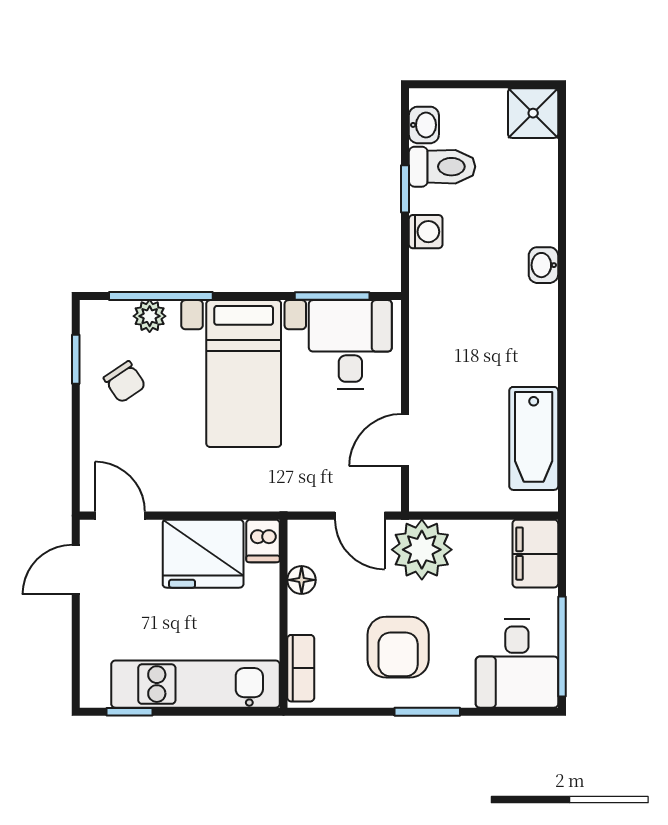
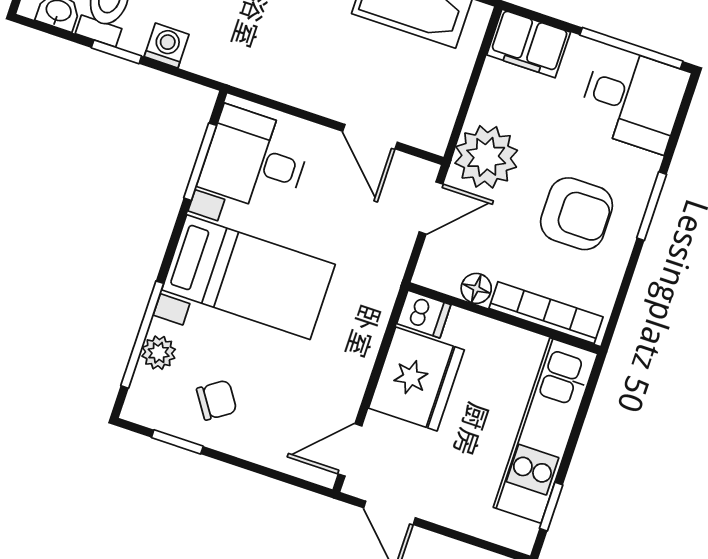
bookcase: (301, 668) -> (546, 313), width x1.56

